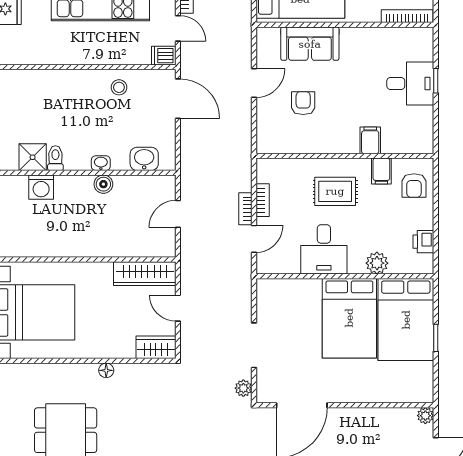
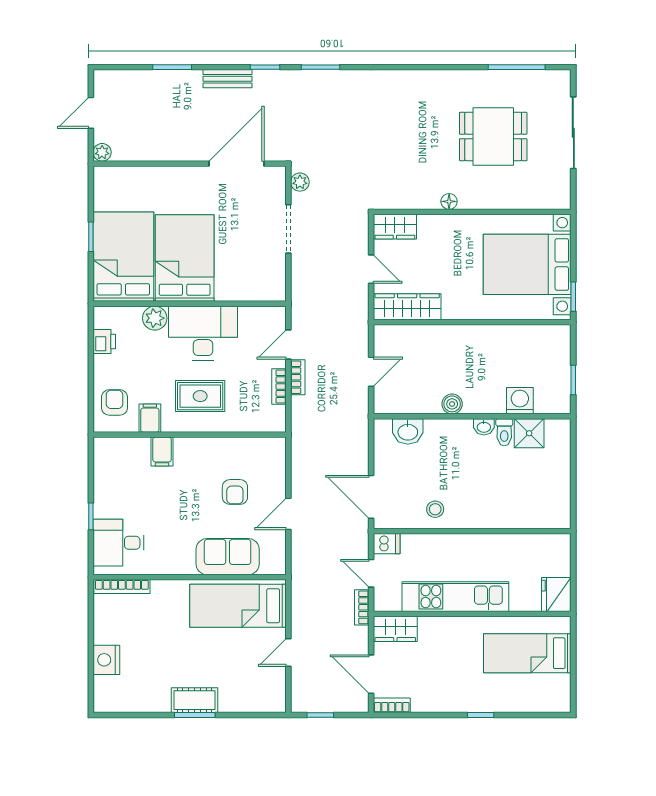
desk: (410, 83) -> (118, 543), moved
washbasin: (101, 163) -> (484, 427), moved
desk: (324, 249) -> (203, 333), width x1.37

